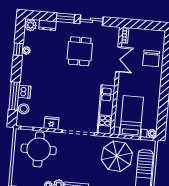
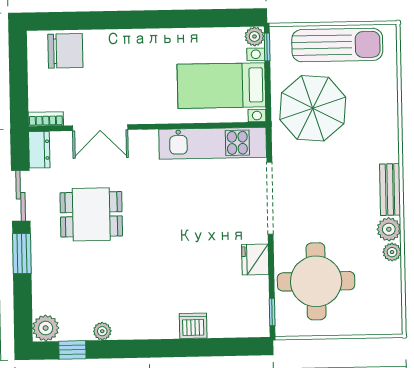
dresser: (47, 25) -> (39, 150), moved
window: (18, 49) -> (72, 350), moved
chair: (151, 58) -> (65, 51), moved
double door: (118, 59) -> (100, 128), swing flipped
window: (14, 96) -> (204, 347), removed
stool: (24, 109) -> (231, 324), removed

